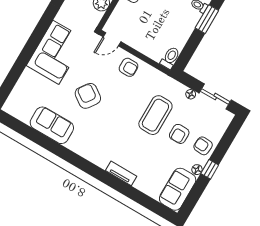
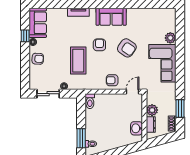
plant: (28, 77) -> (170, 38), added
sofa: (52, 125) -> (111, 17), moved
armchair: (179, 134) -> (99, 45), moved
window: (210, 169) -> (25, 36), moved

